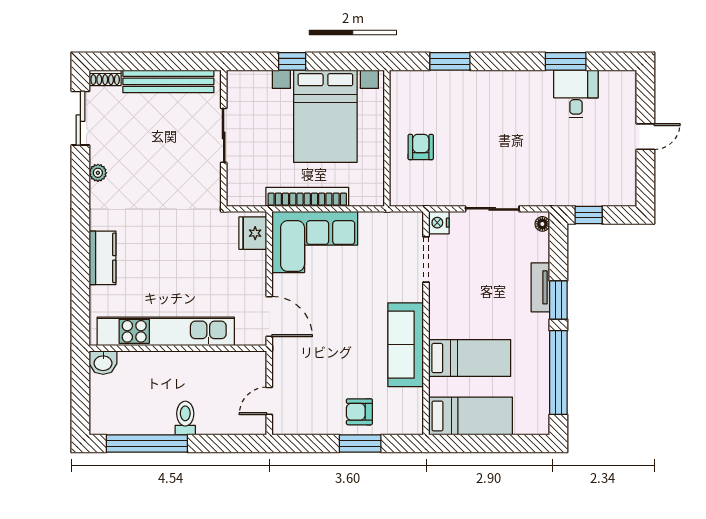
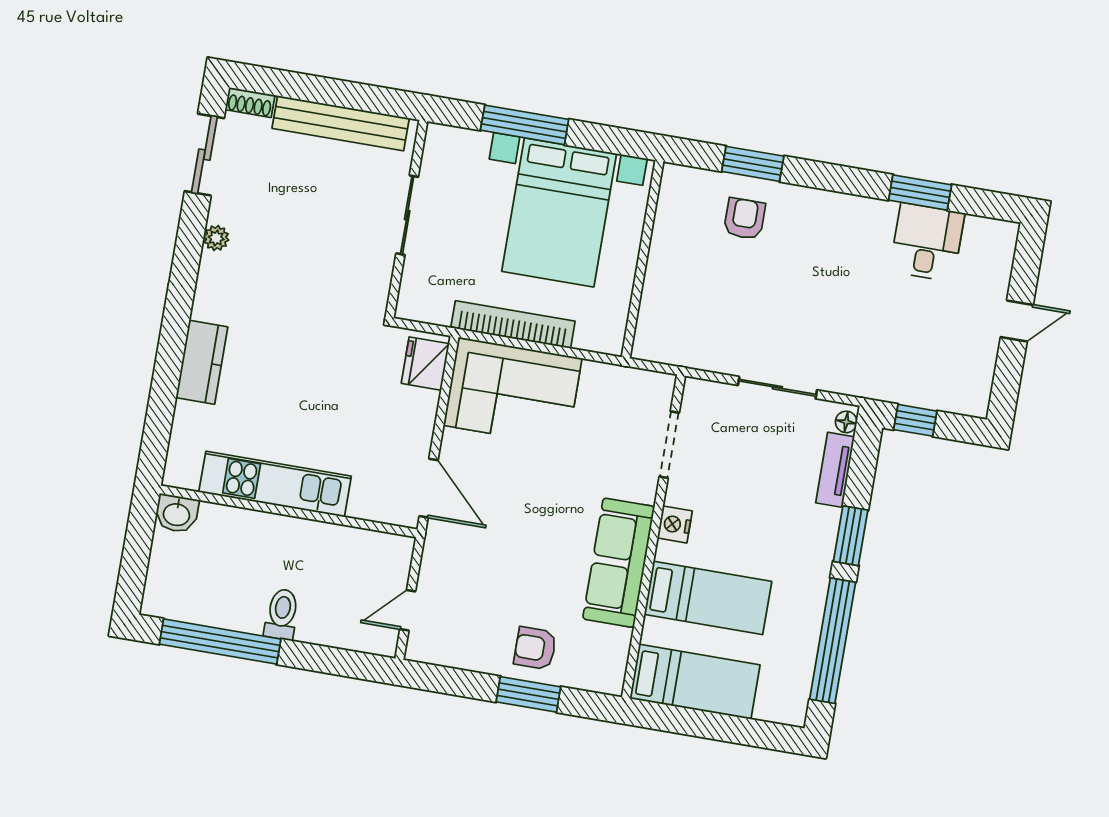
window: (292, 61) -> (525, 125), width x2.17
armchair: (421, 147) -> (745, 219), moved
nightstand: (439, 223) -> (675, 524), moved
tv unit: (540, 287) -> (835, 470), moved
kitchen unit: (166, 331) -> (275, 484), width x0.73

